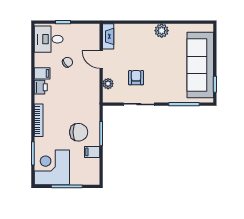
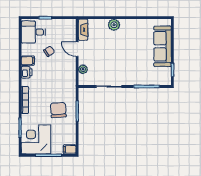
plant: (162, 31) -> (114, 25), moved
sofa: (200, 65) -> (163, 46), width x0.74, depth x0.79
armchair: (136, 78) -> (106, 64), removed
chair: (79, 132) -> (58, 110), turned -94
filing cabinet: (92, 152) -> (70, 149), moved

